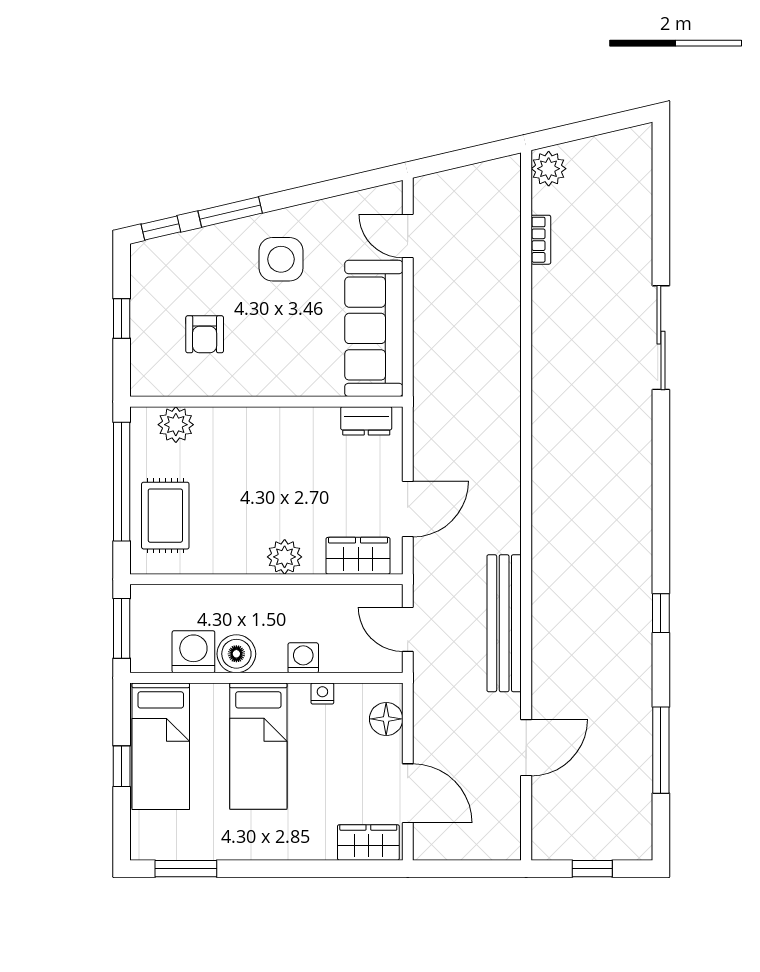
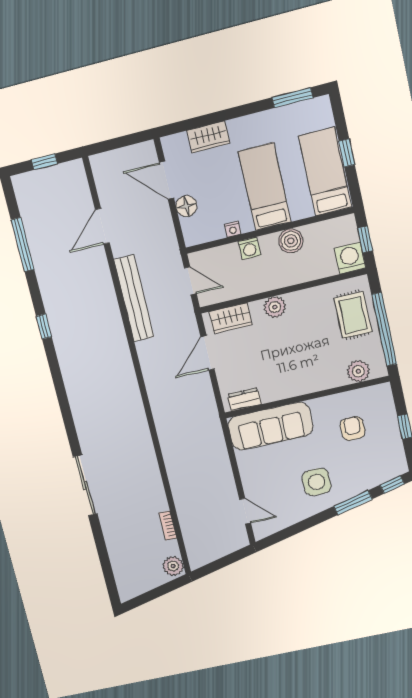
sofa: (374, 328) -> (270, 426), moved, turned 90
window: (122, 628) -> (365, 239), width x0.67
washing machine: (193, 652) -> (350, 258), moved, turned 180
floor lamp: (386, 719) -> (186, 206), moved
wardrobe: (368, 842) -> (208, 137), moved

